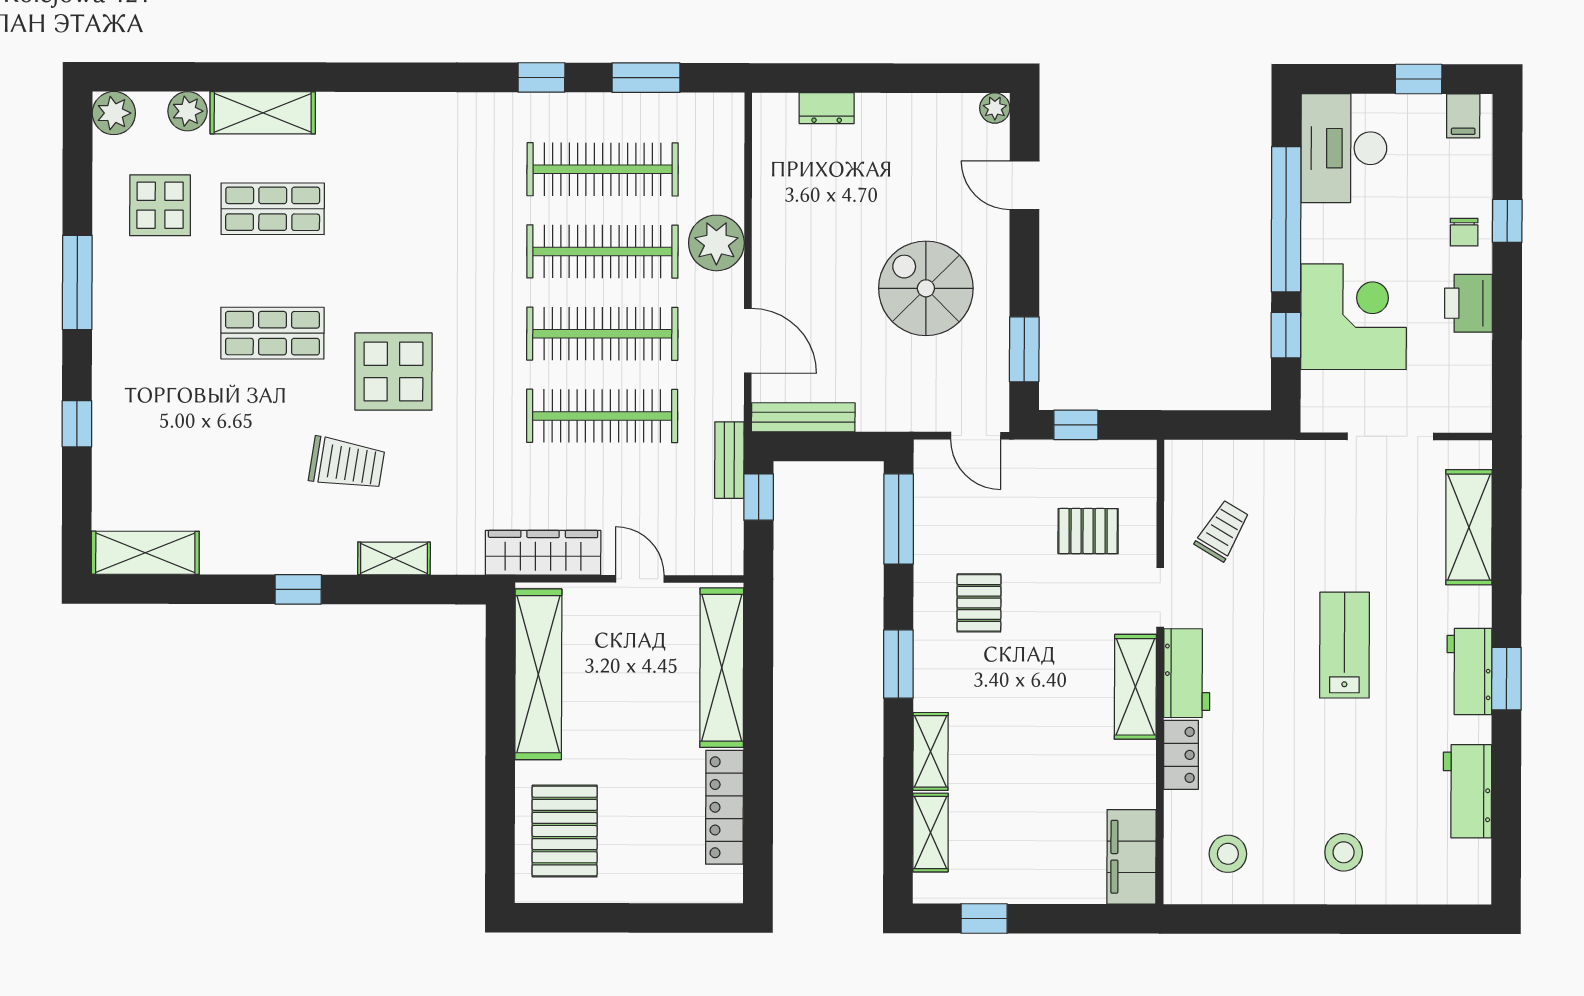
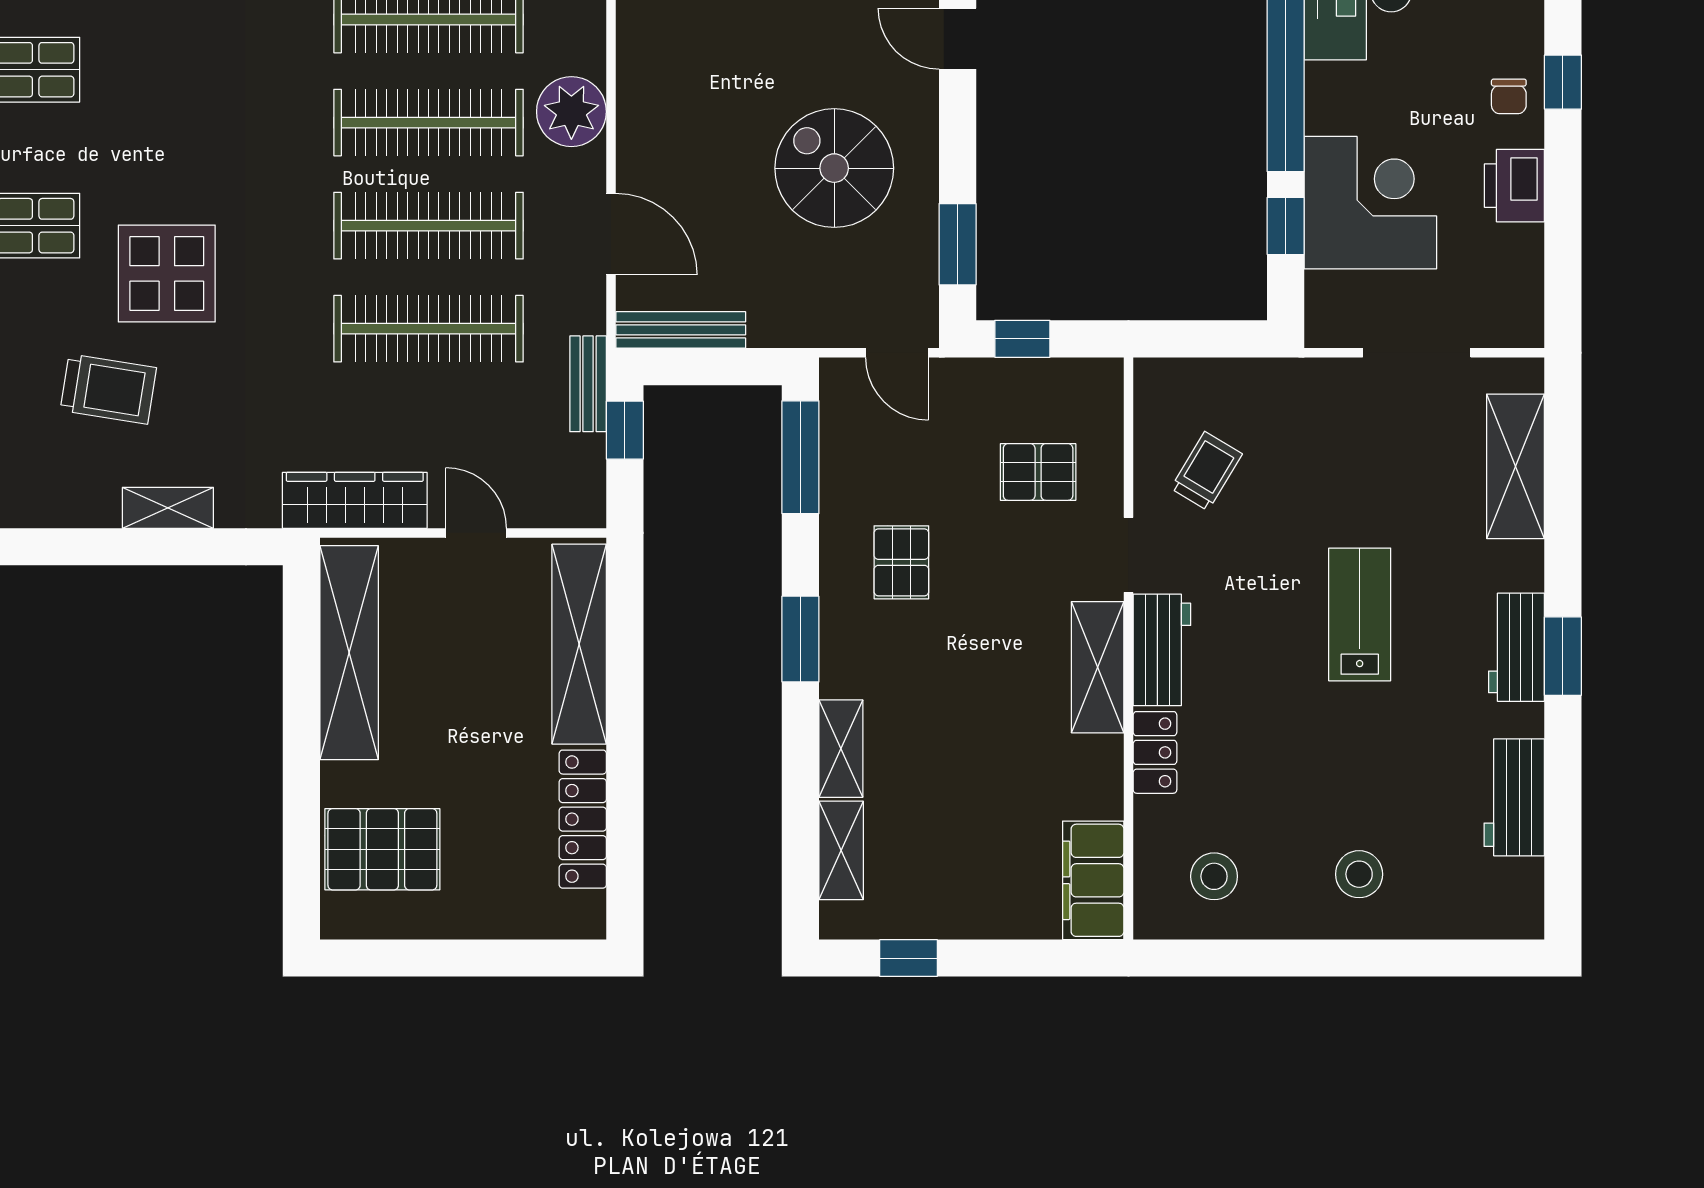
window: (298, 589) -> (48, 547), removed
pallet: (565, 831) -> (382, 849), turned 90

